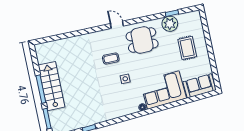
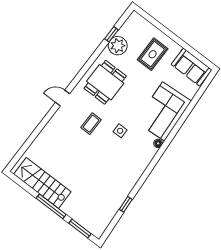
door: (117, 25) -> (63, 98), moved
rug: (187, 48) -> (153, 54), turned 90
stairs: (51, 86) -> (42, 183), moved
sofa: (199, 86) -> (191, 67), moved, turned -86

